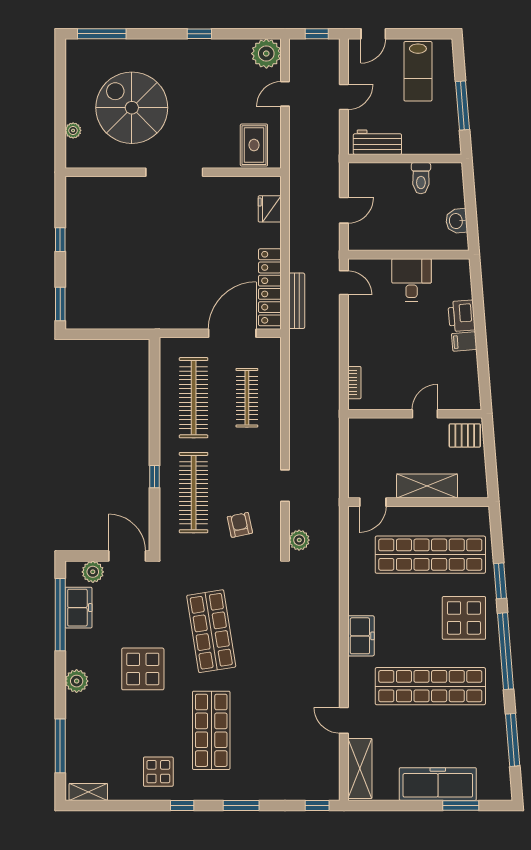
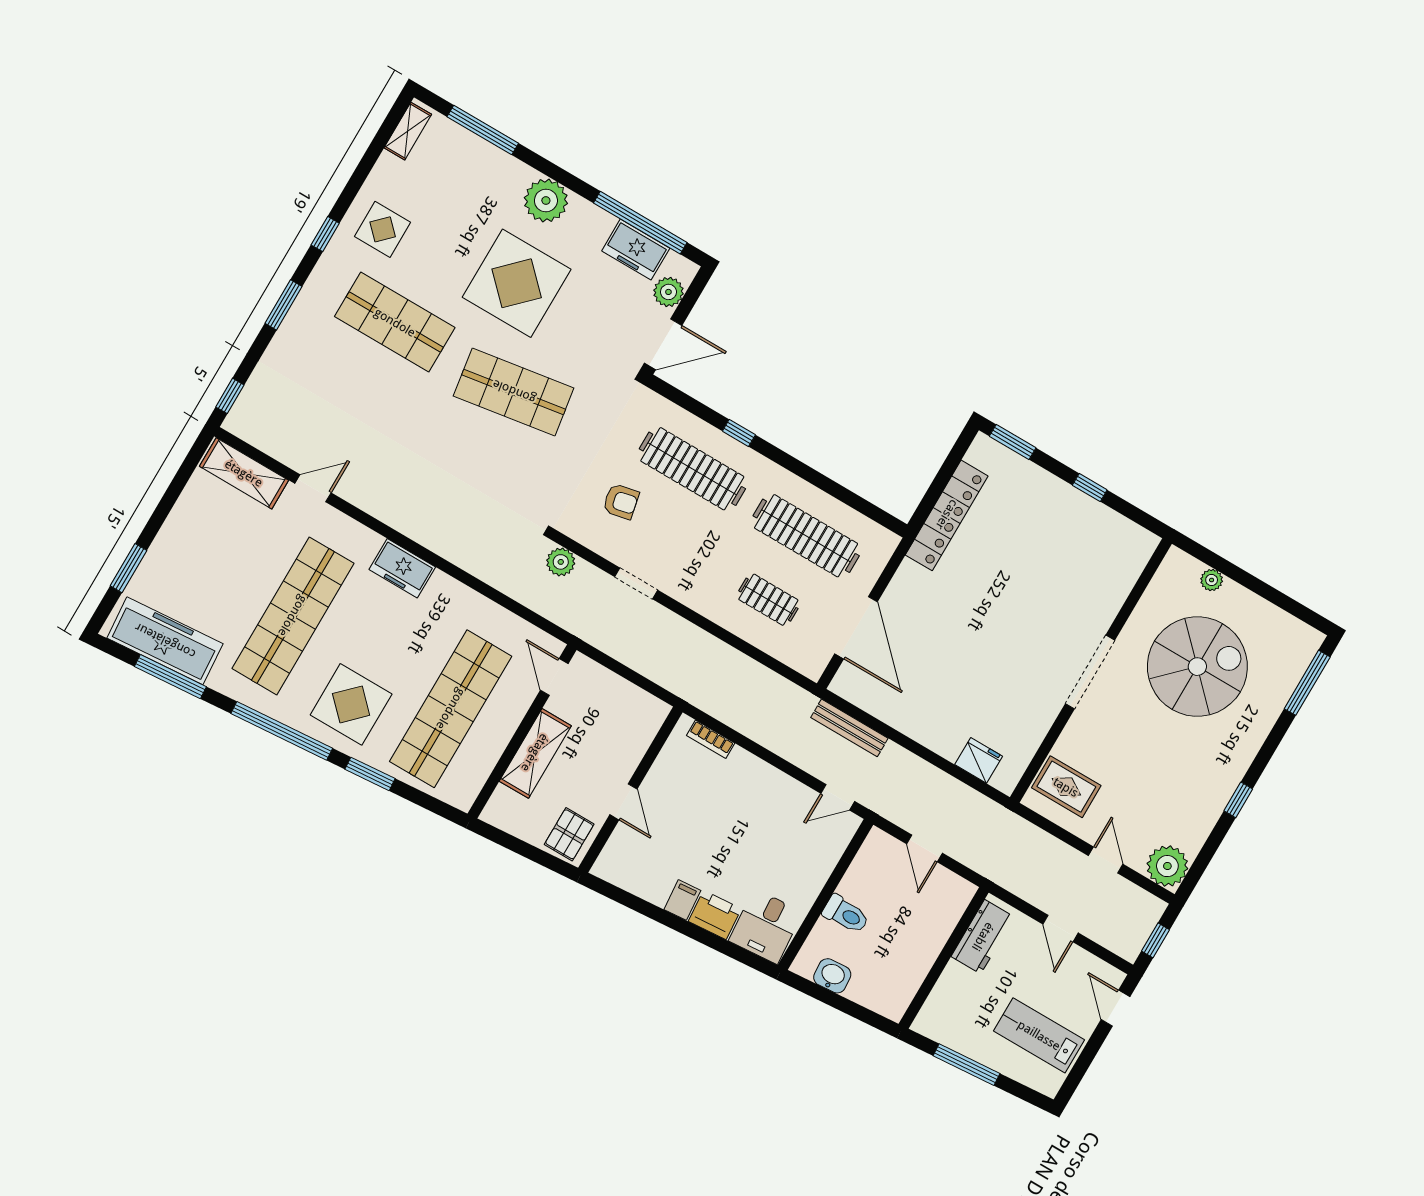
toilet: (421, 178) -> (846, 914), moved, turned 180
desk: (412, 280) -> (766, 926), moved, turned 85
locker: (270, 287) -> (947, 515), moved, turned 90
clothes rail: (247, 398) -> (768, 600), width x0.73
display table: (143, 669) -> (517, 283), width x1.36, depth x1.36
plant: (77, 681) -> (546, 200), width x1.36, depth x1.36
freezer: (438, 784) -> (165, 641), moved, turned -95

